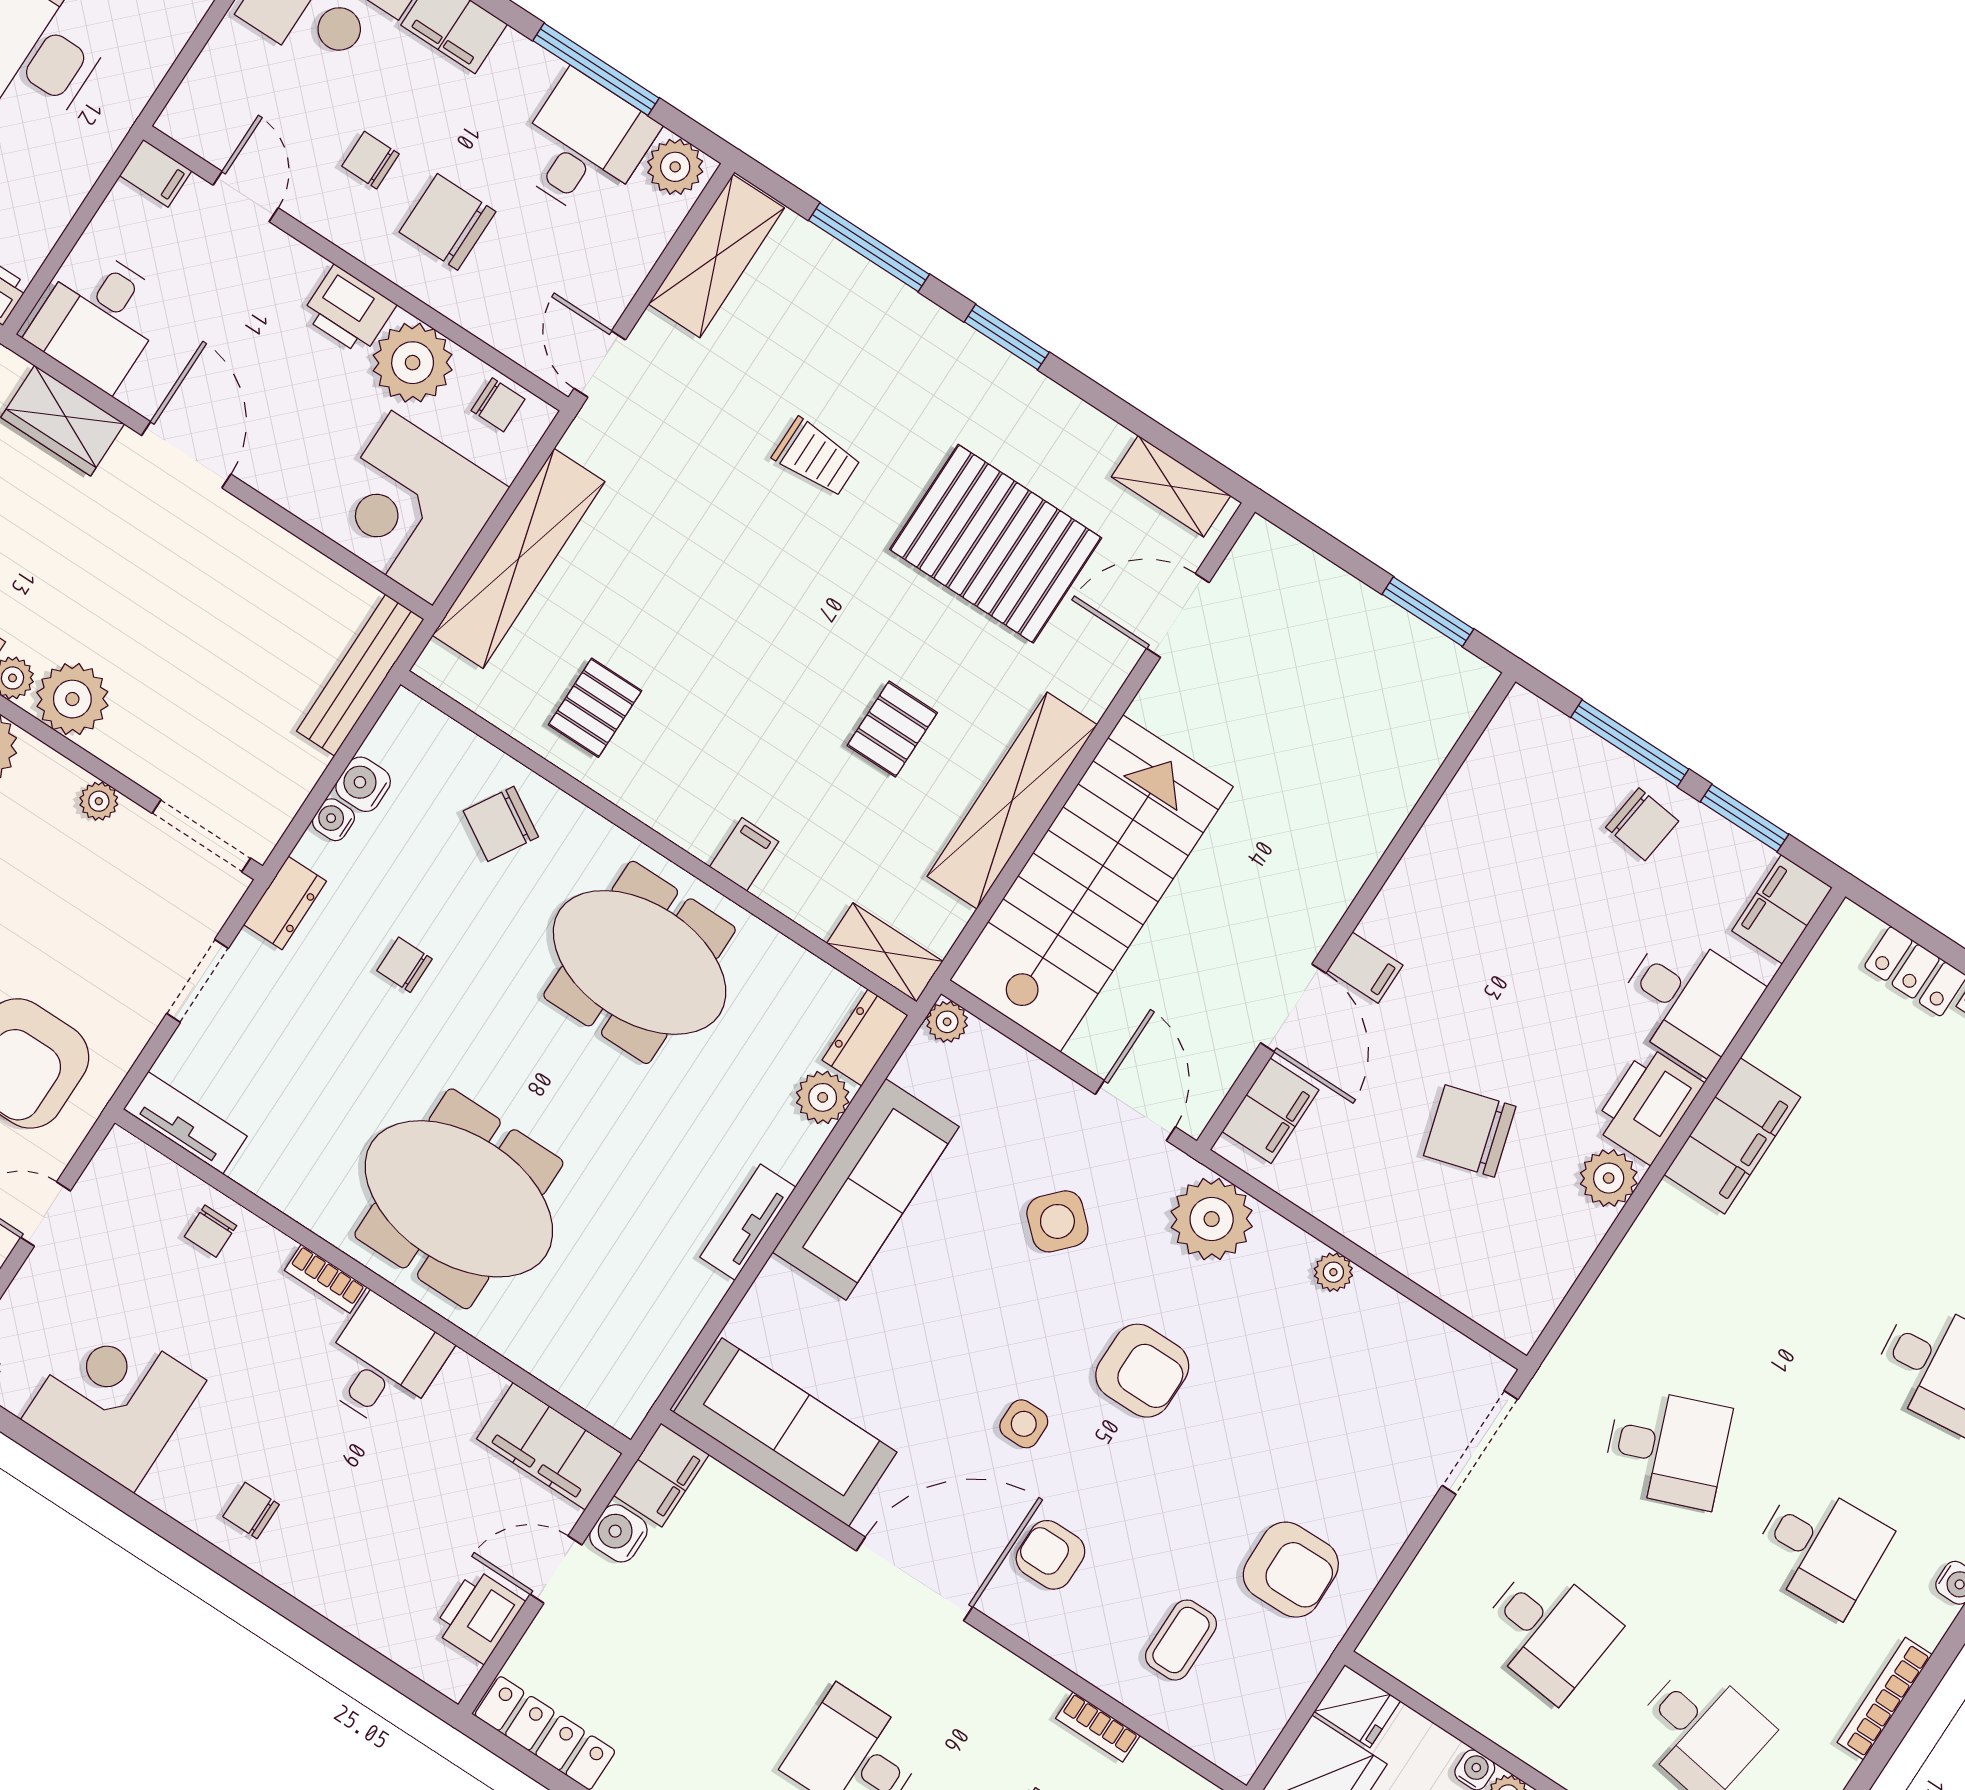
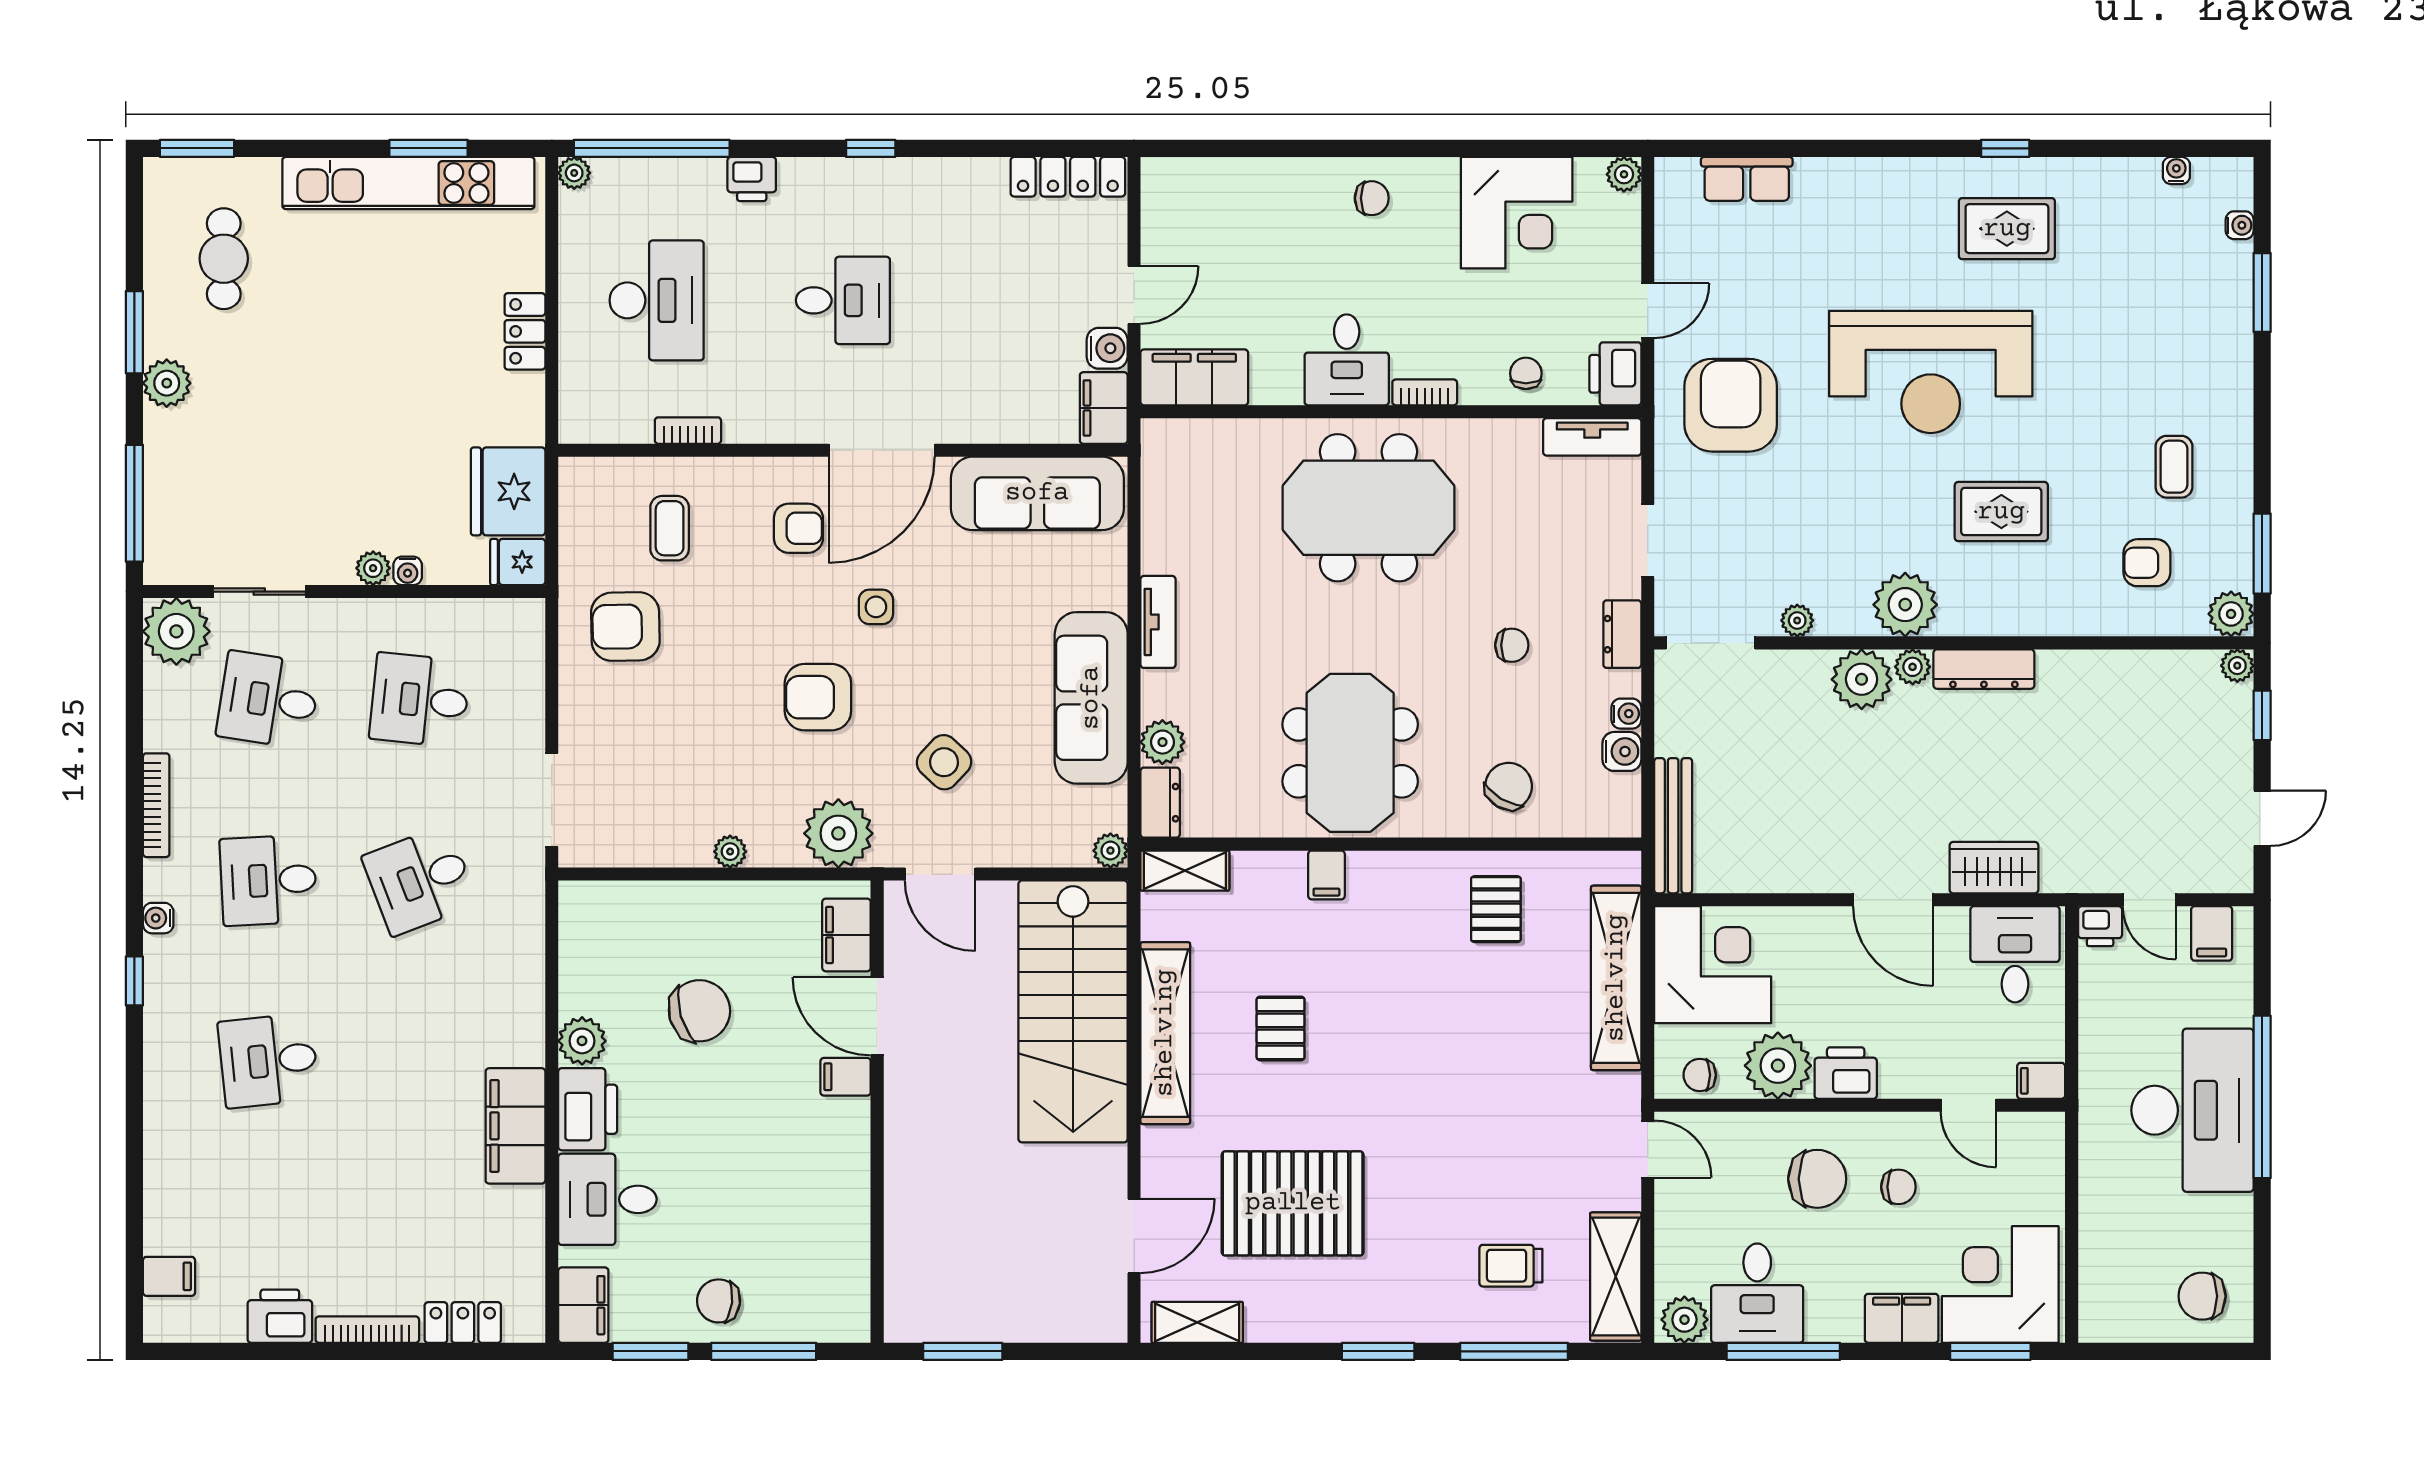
trolley: (817, 457) -> (1511, 1266), moved
meeting table: (640, 962) -> (1350, 753), turned 90
printer: (479, 1616) -> (1615, 374), moved, turned 180

